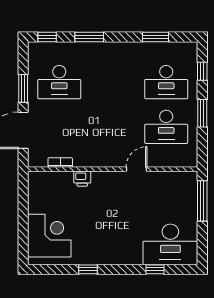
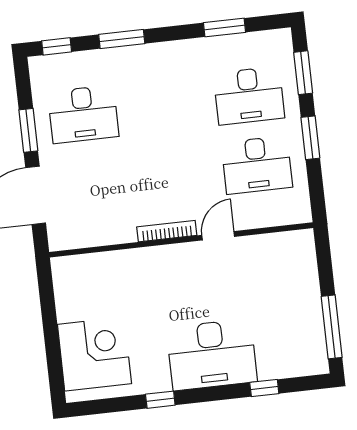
window: (202, 71) -> (303, 73), width x1.50
bookcase: (60, 163) -> (167, 231), moved, width x1.56
printer: (82, 179) -> (136, 260), removed
window: (202, 201) -> (332, 327), moved
desk: (170, 244) -> (212, 355), moved

